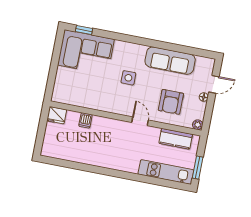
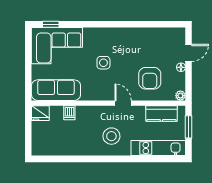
sofa: (170, 61) -> (56, 90), moved, turned 180
stool: (122, 151) -> (111, 136), added
window: (198, 168) -> (189, 127), moved

